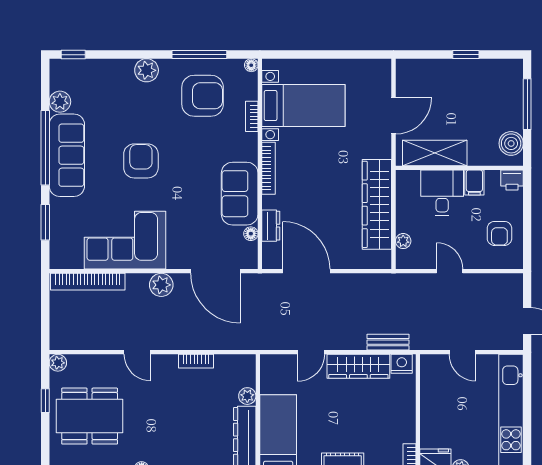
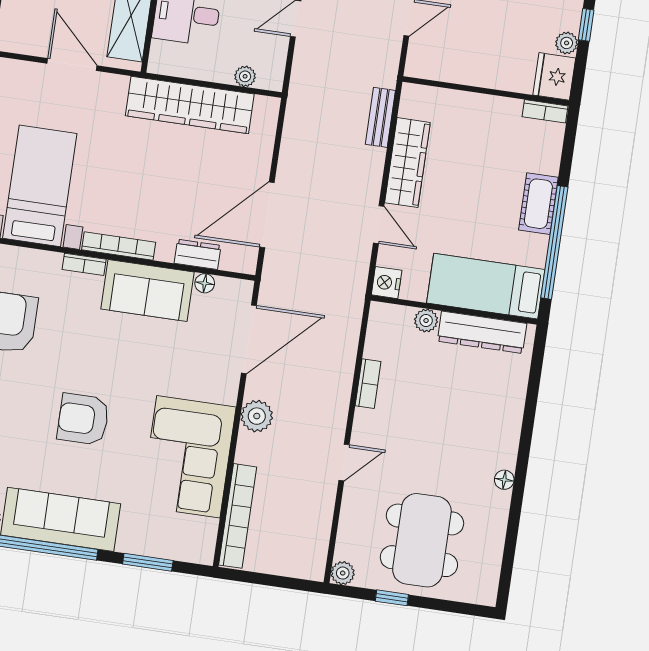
bookcase: (252, 116) -> (84, 264), moved
nightstand: (402, 364) -> (387, 283), moved

